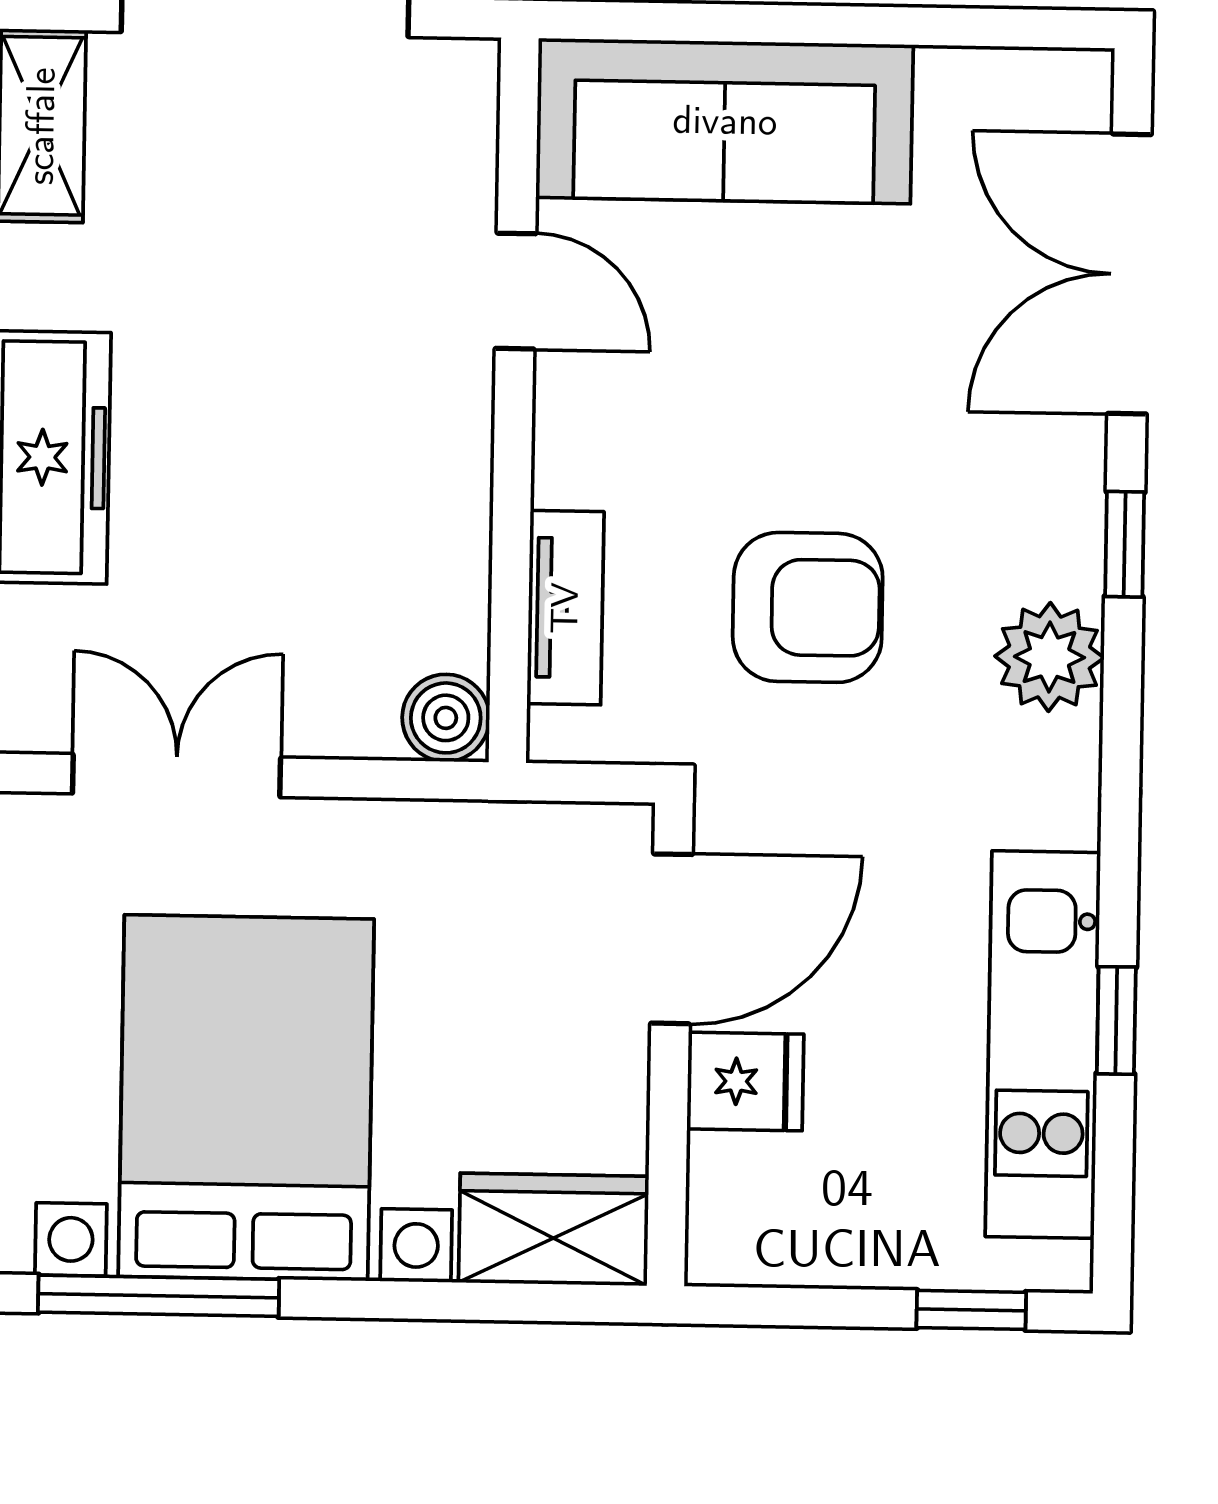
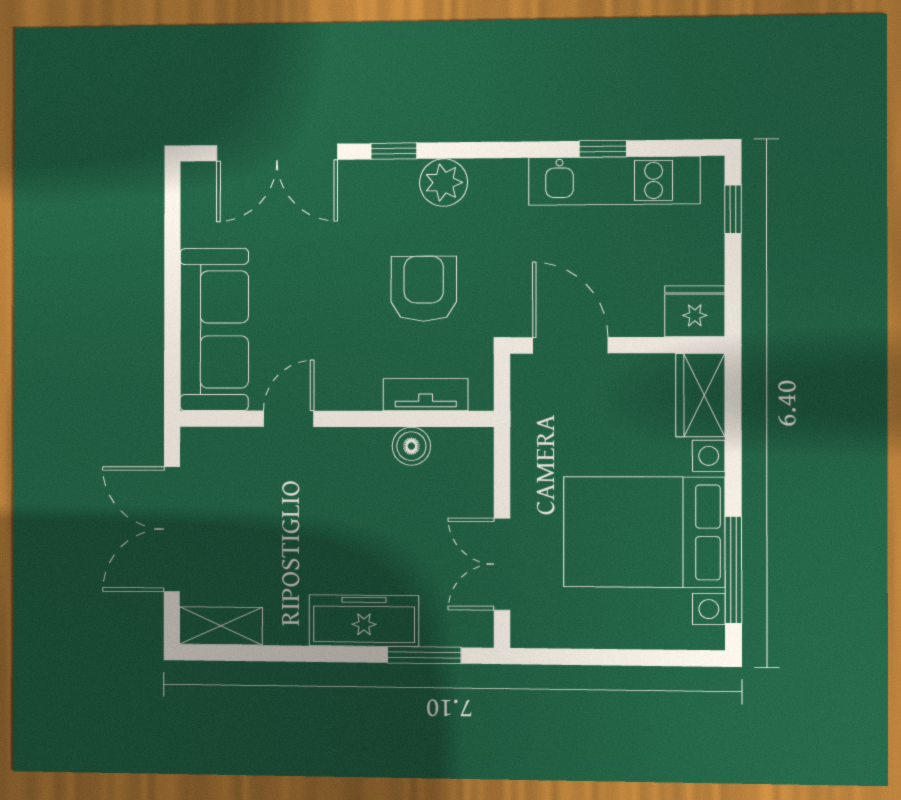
boiler: (446, 718) -> (411, 446), moved
fridge: (745, 1081) -> (695, 311), moved, width x1.38

